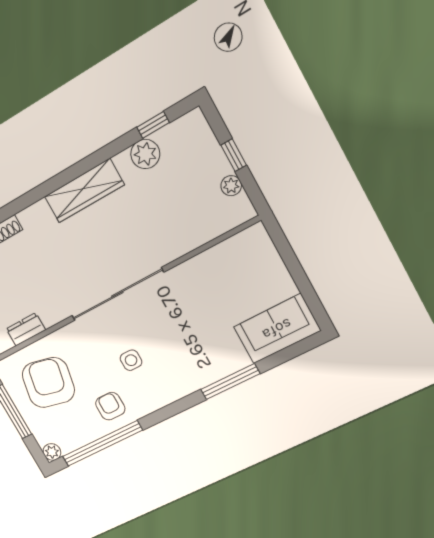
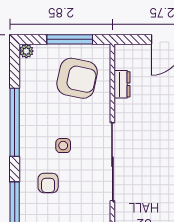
armchair: (110, 406) -> (48, 183), moved, turned 90
window: (102, 443) -> (15, 122), moved

